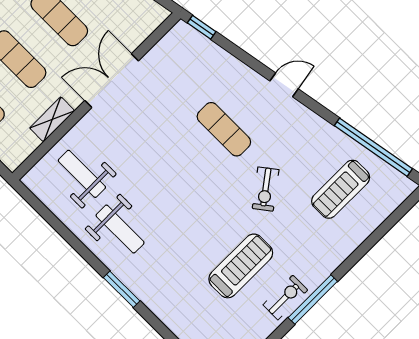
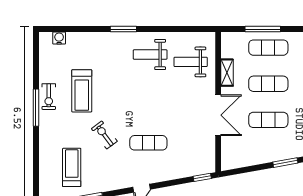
weight bench: (82, 174) -> (191, 62), turned 180

